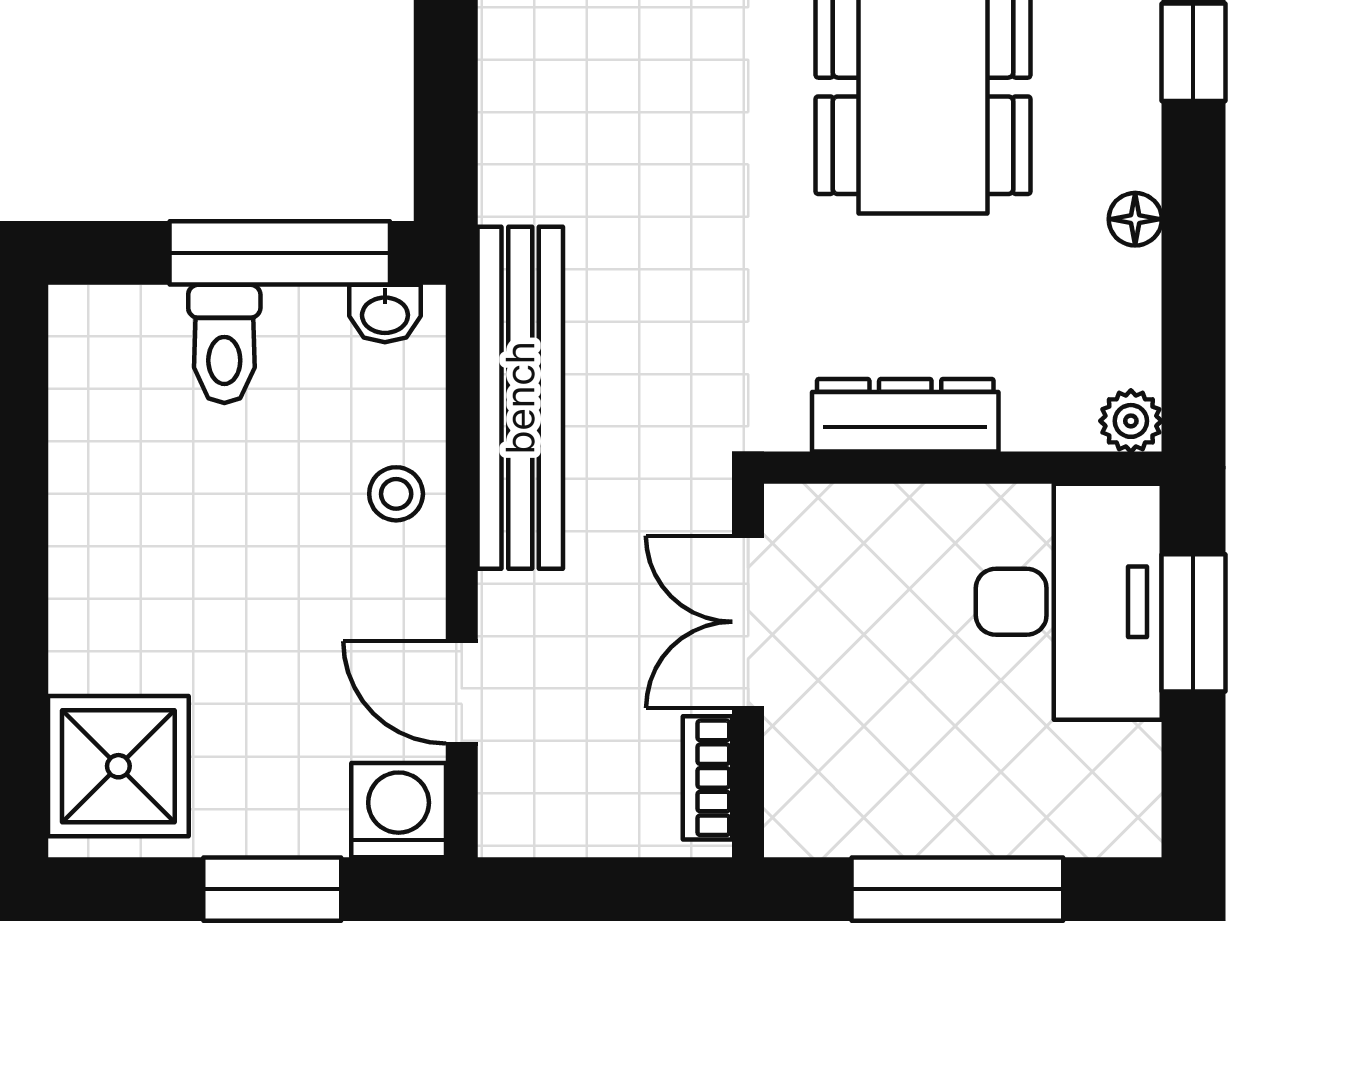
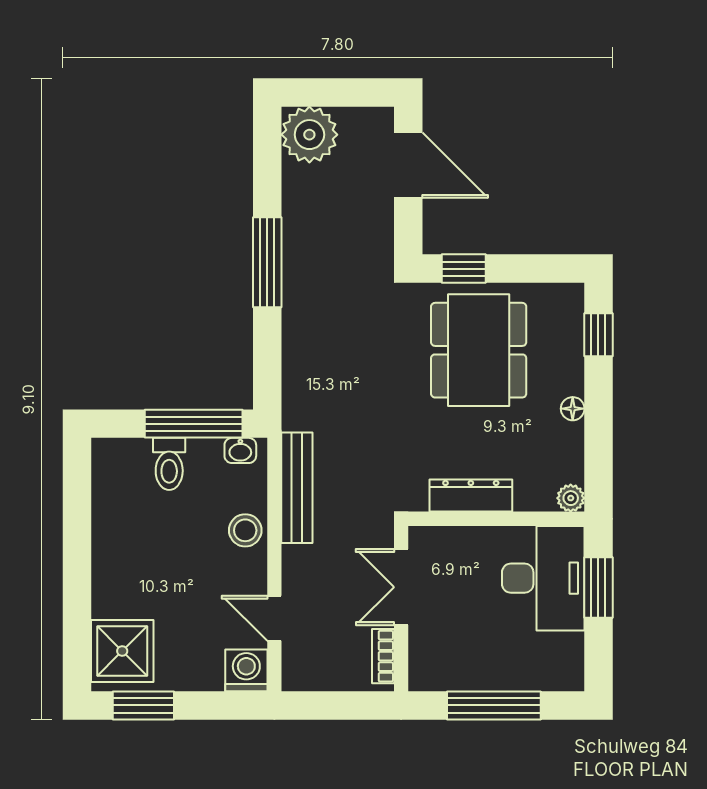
bench: (520, 398) -> (297, 488), width x0.73, depth x0.82
stool: (396, 494) -> (245, 530), width x1.37, depth x1.37
window: (272, 889) -> (143, 705), moved

